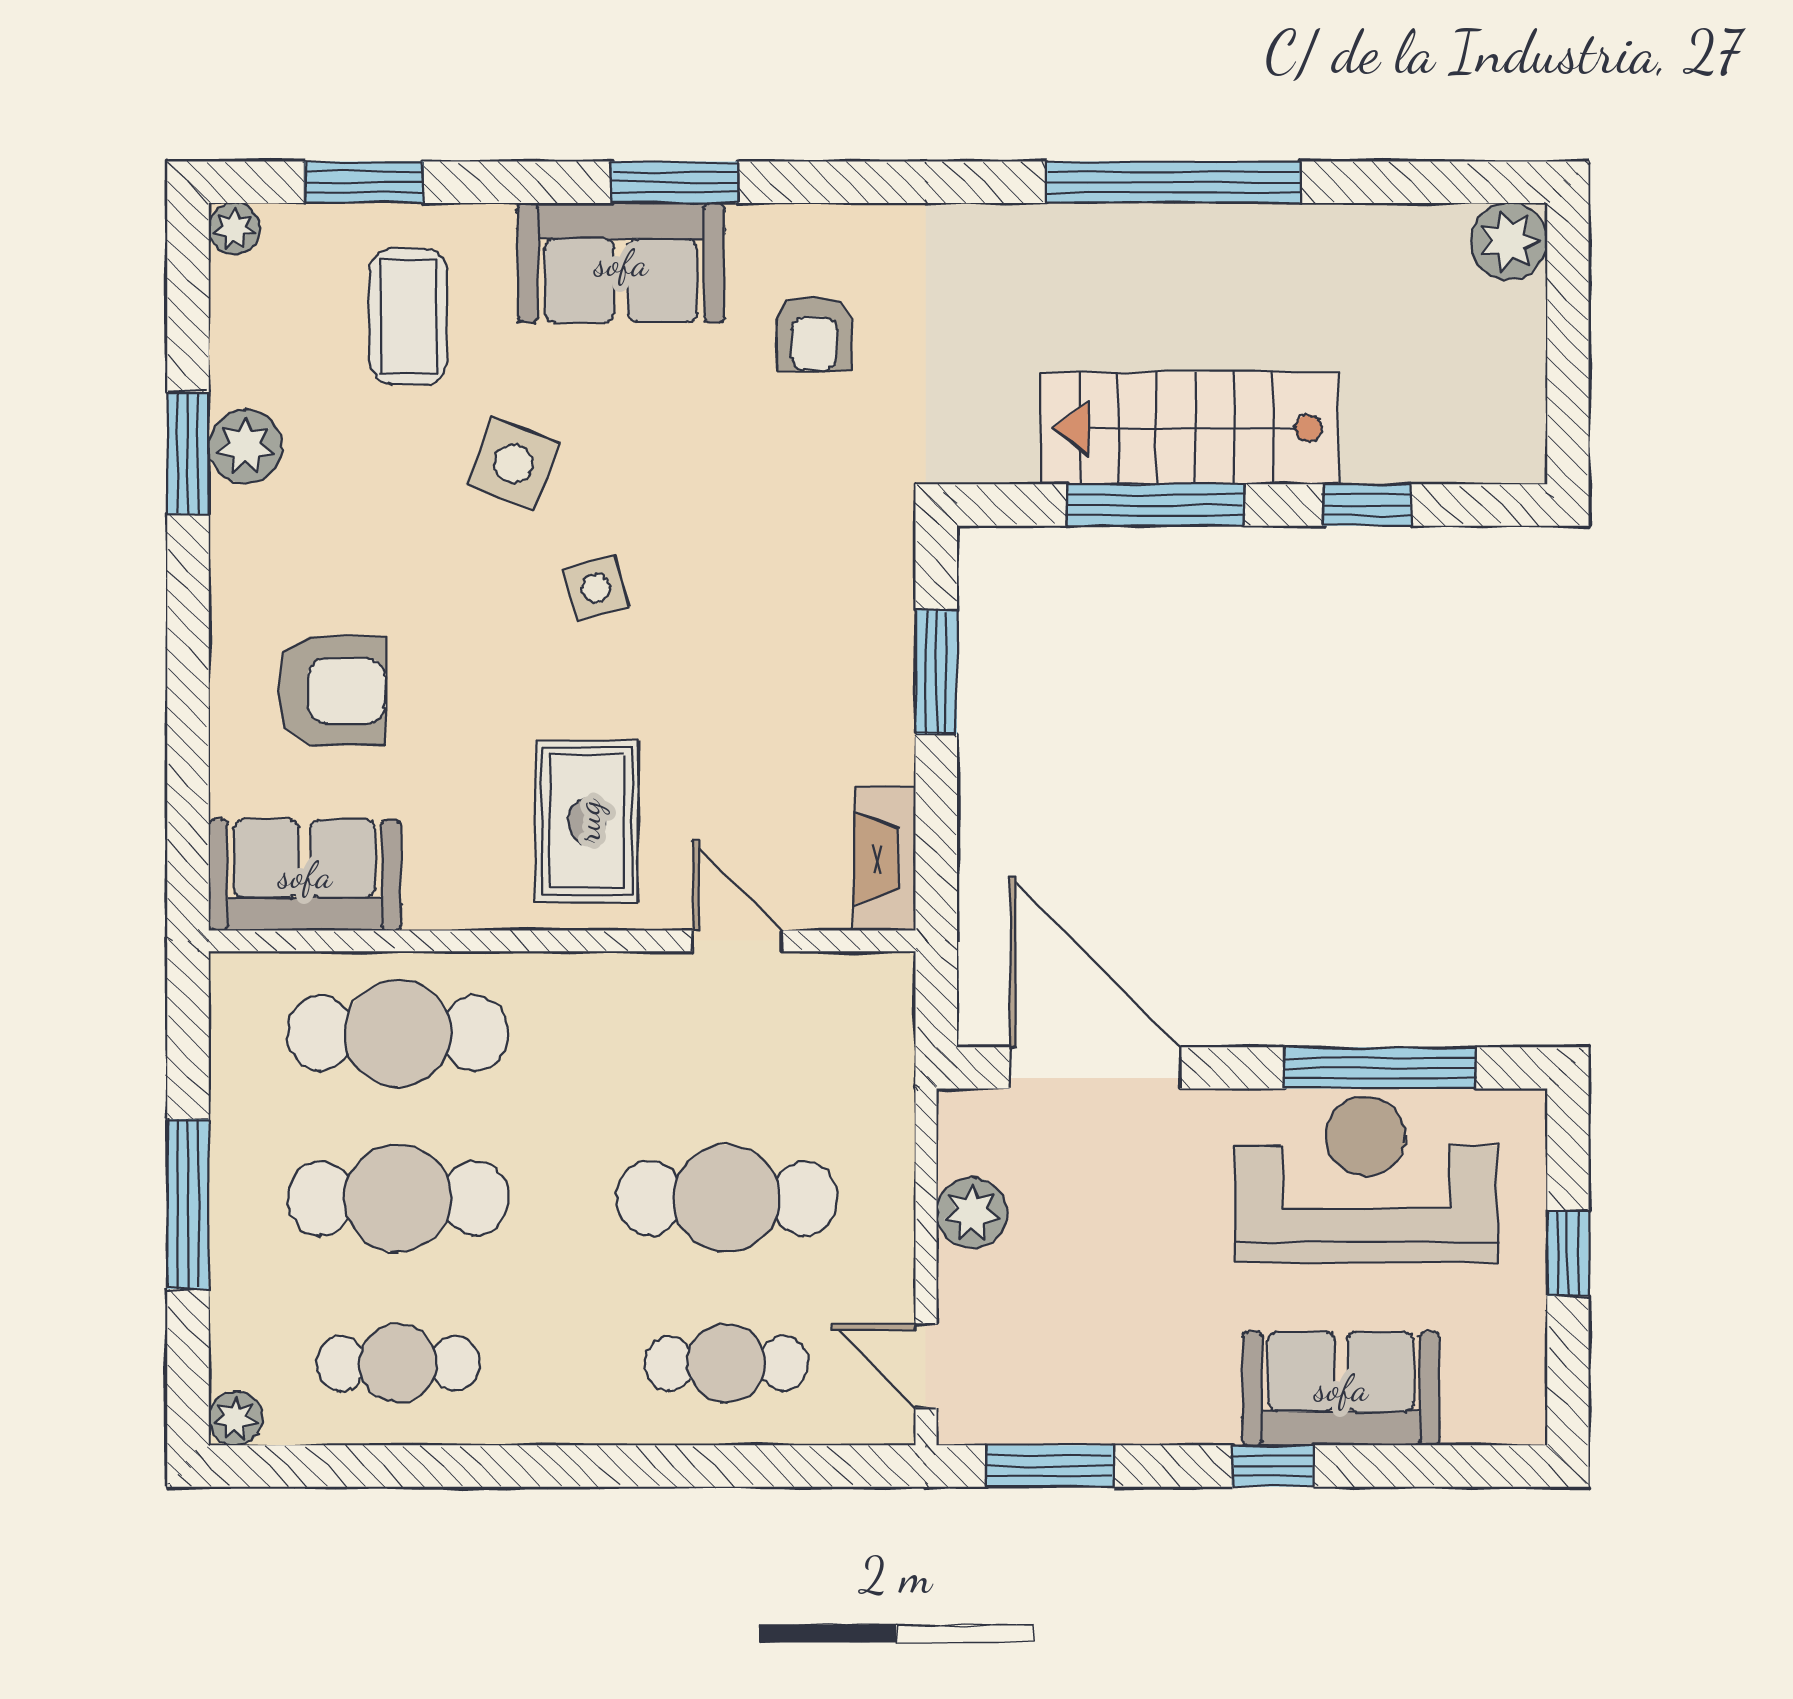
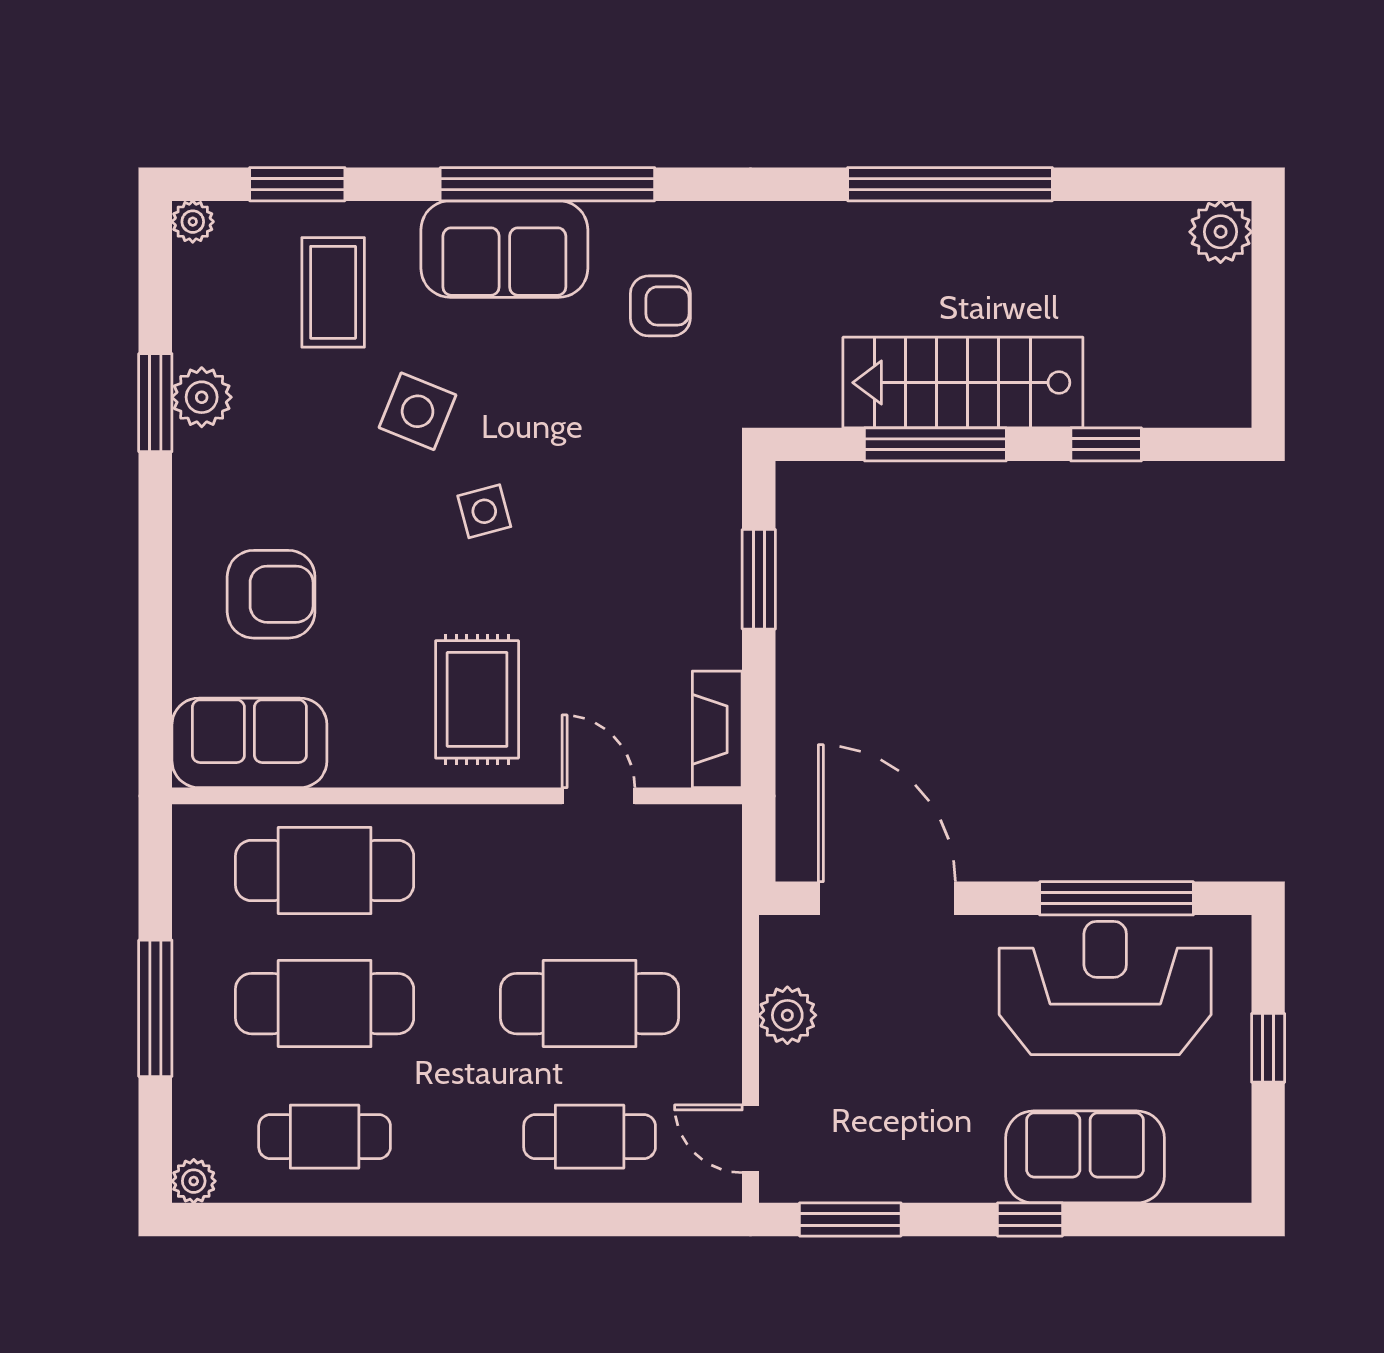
window: (674, 182) -> (547, 184), width x2.11
armchair: (814, 333) -> (660, 306), turned -90

